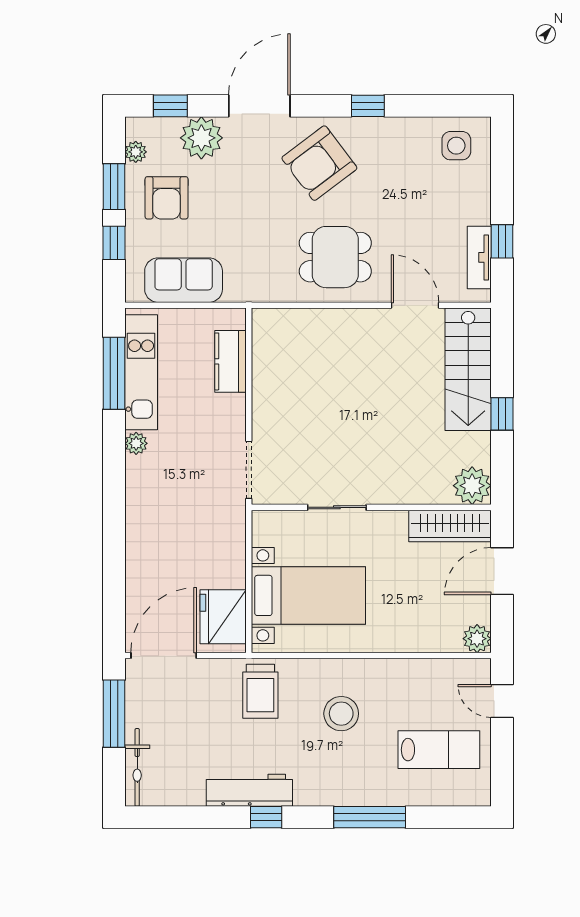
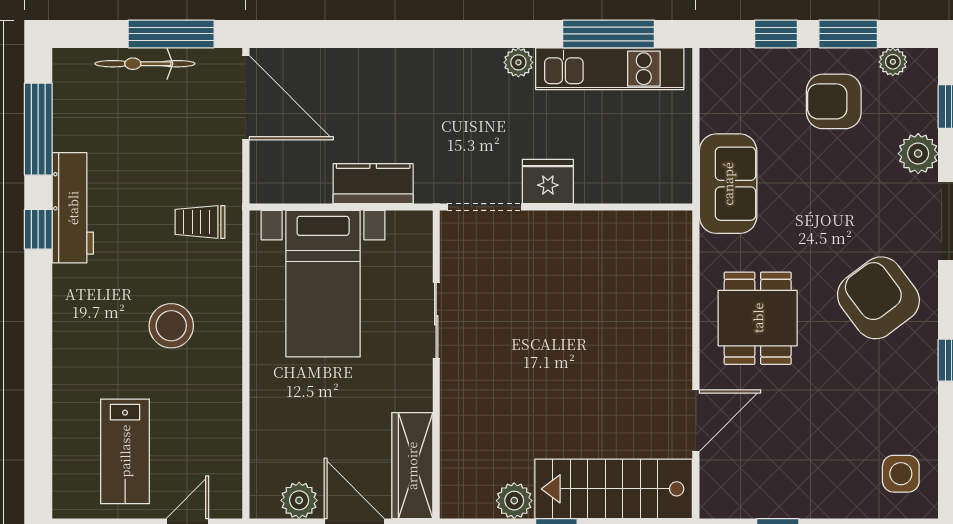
plant: (201, 138) -> (918, 154), width x0.73, depth x0.73
tv unit: (479, 257) -> (757, 503), removed
sofa: (184, 280) -> (728, 184), moved
kitchen counter: (231, 361) -> (373, 184), moved
plant: (472, 486) -> (514, 501), moved, width x0.73, depth x0.73
fridge: (223, 617) -> (548, 182), moved, width x0.73, depth x0.75
plant: (477, 639) -> (299, 500), moved
trolley: (260, 691) -> (200, 222), width x0.73, depth x0.72
bicycle: (137, 767) -> (145, 64), moved
window: (370, 817) -> (38, 129), moved

